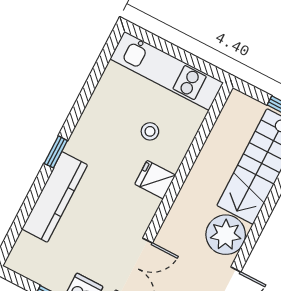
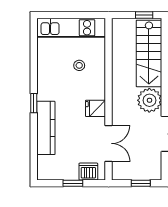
fridge: (155, 180) -> (96, 108), moved

